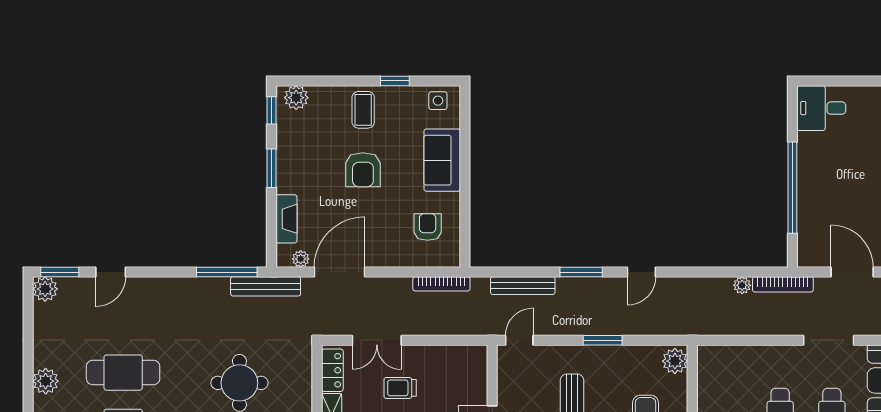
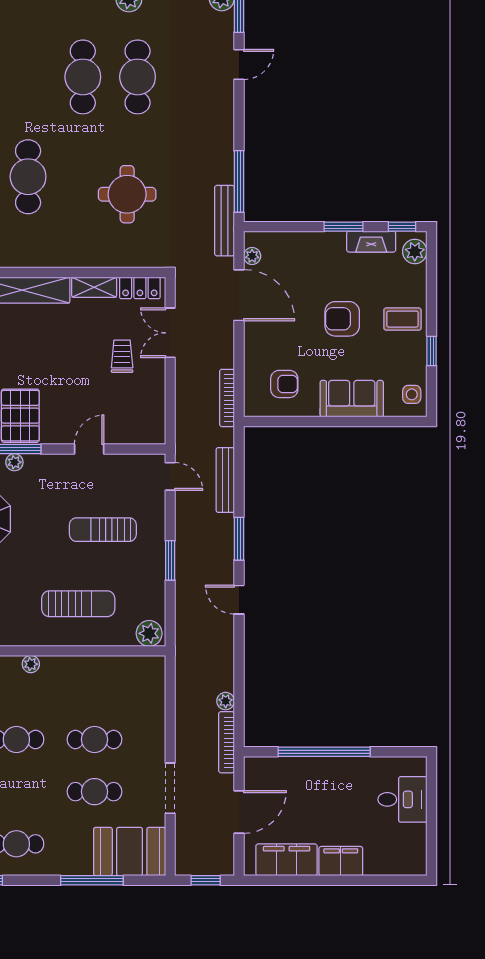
desk: (821, 108) -> (402, 799), moved, turned 90
fireplace: (286, 219) -> (371, 242), moved
door: (111, 272) -> (239, 64), swing flipped

